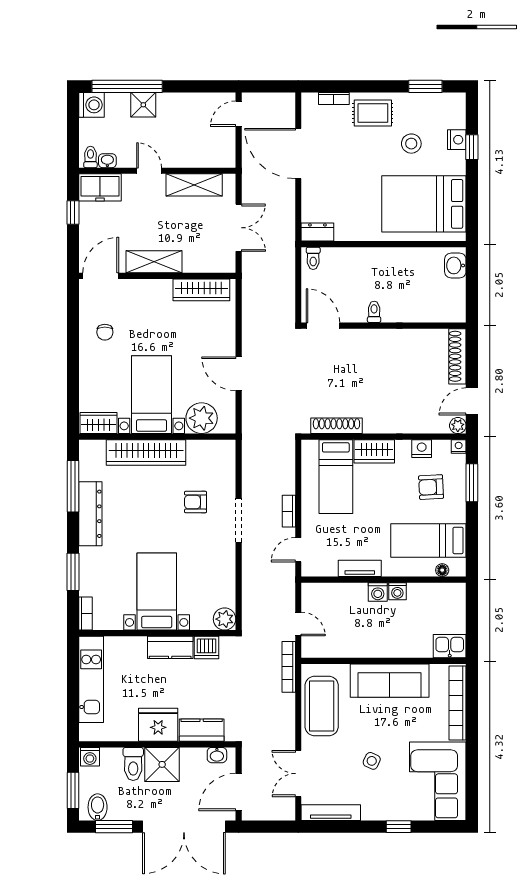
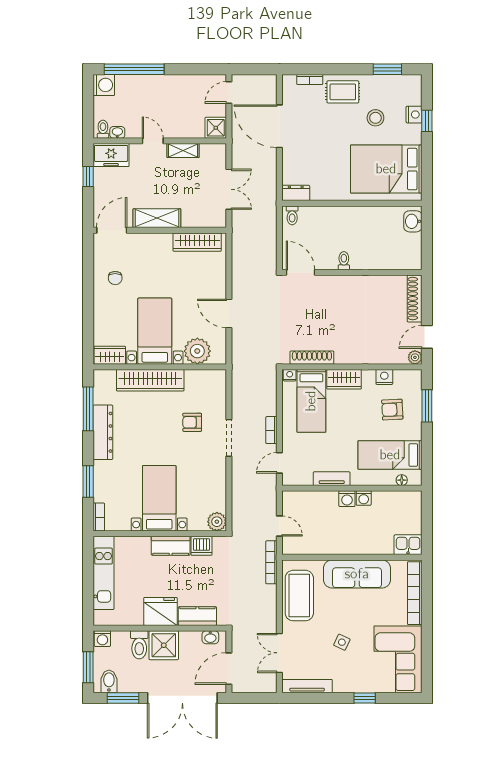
shower: (143, 105) -> (216, 128), moved
shelving: (194, 185) -> (183, 151), width x0.67, depth x0.75
nightstand: (459, 447) -> (290, 375), moved

